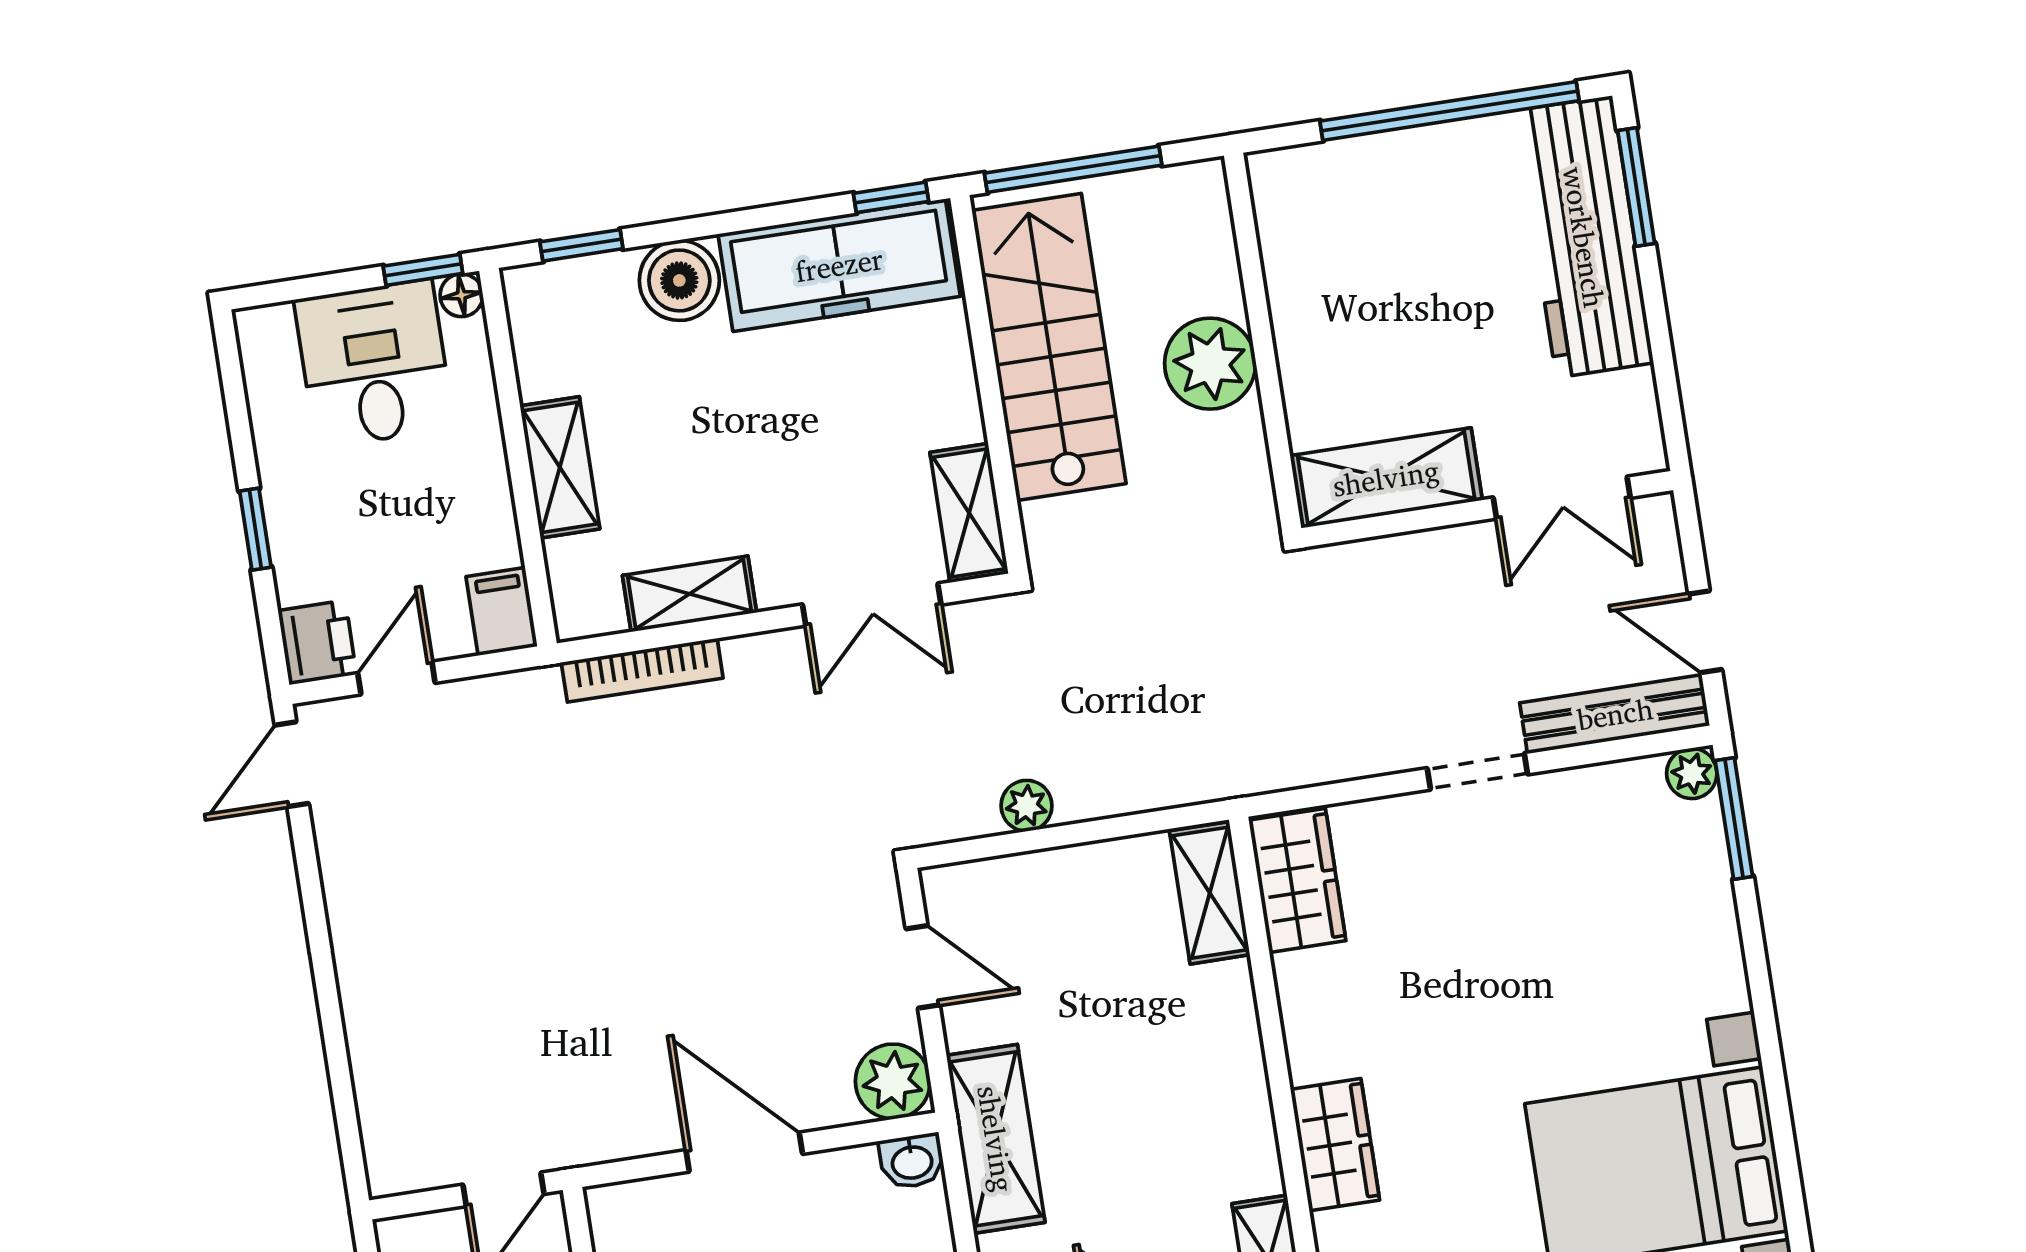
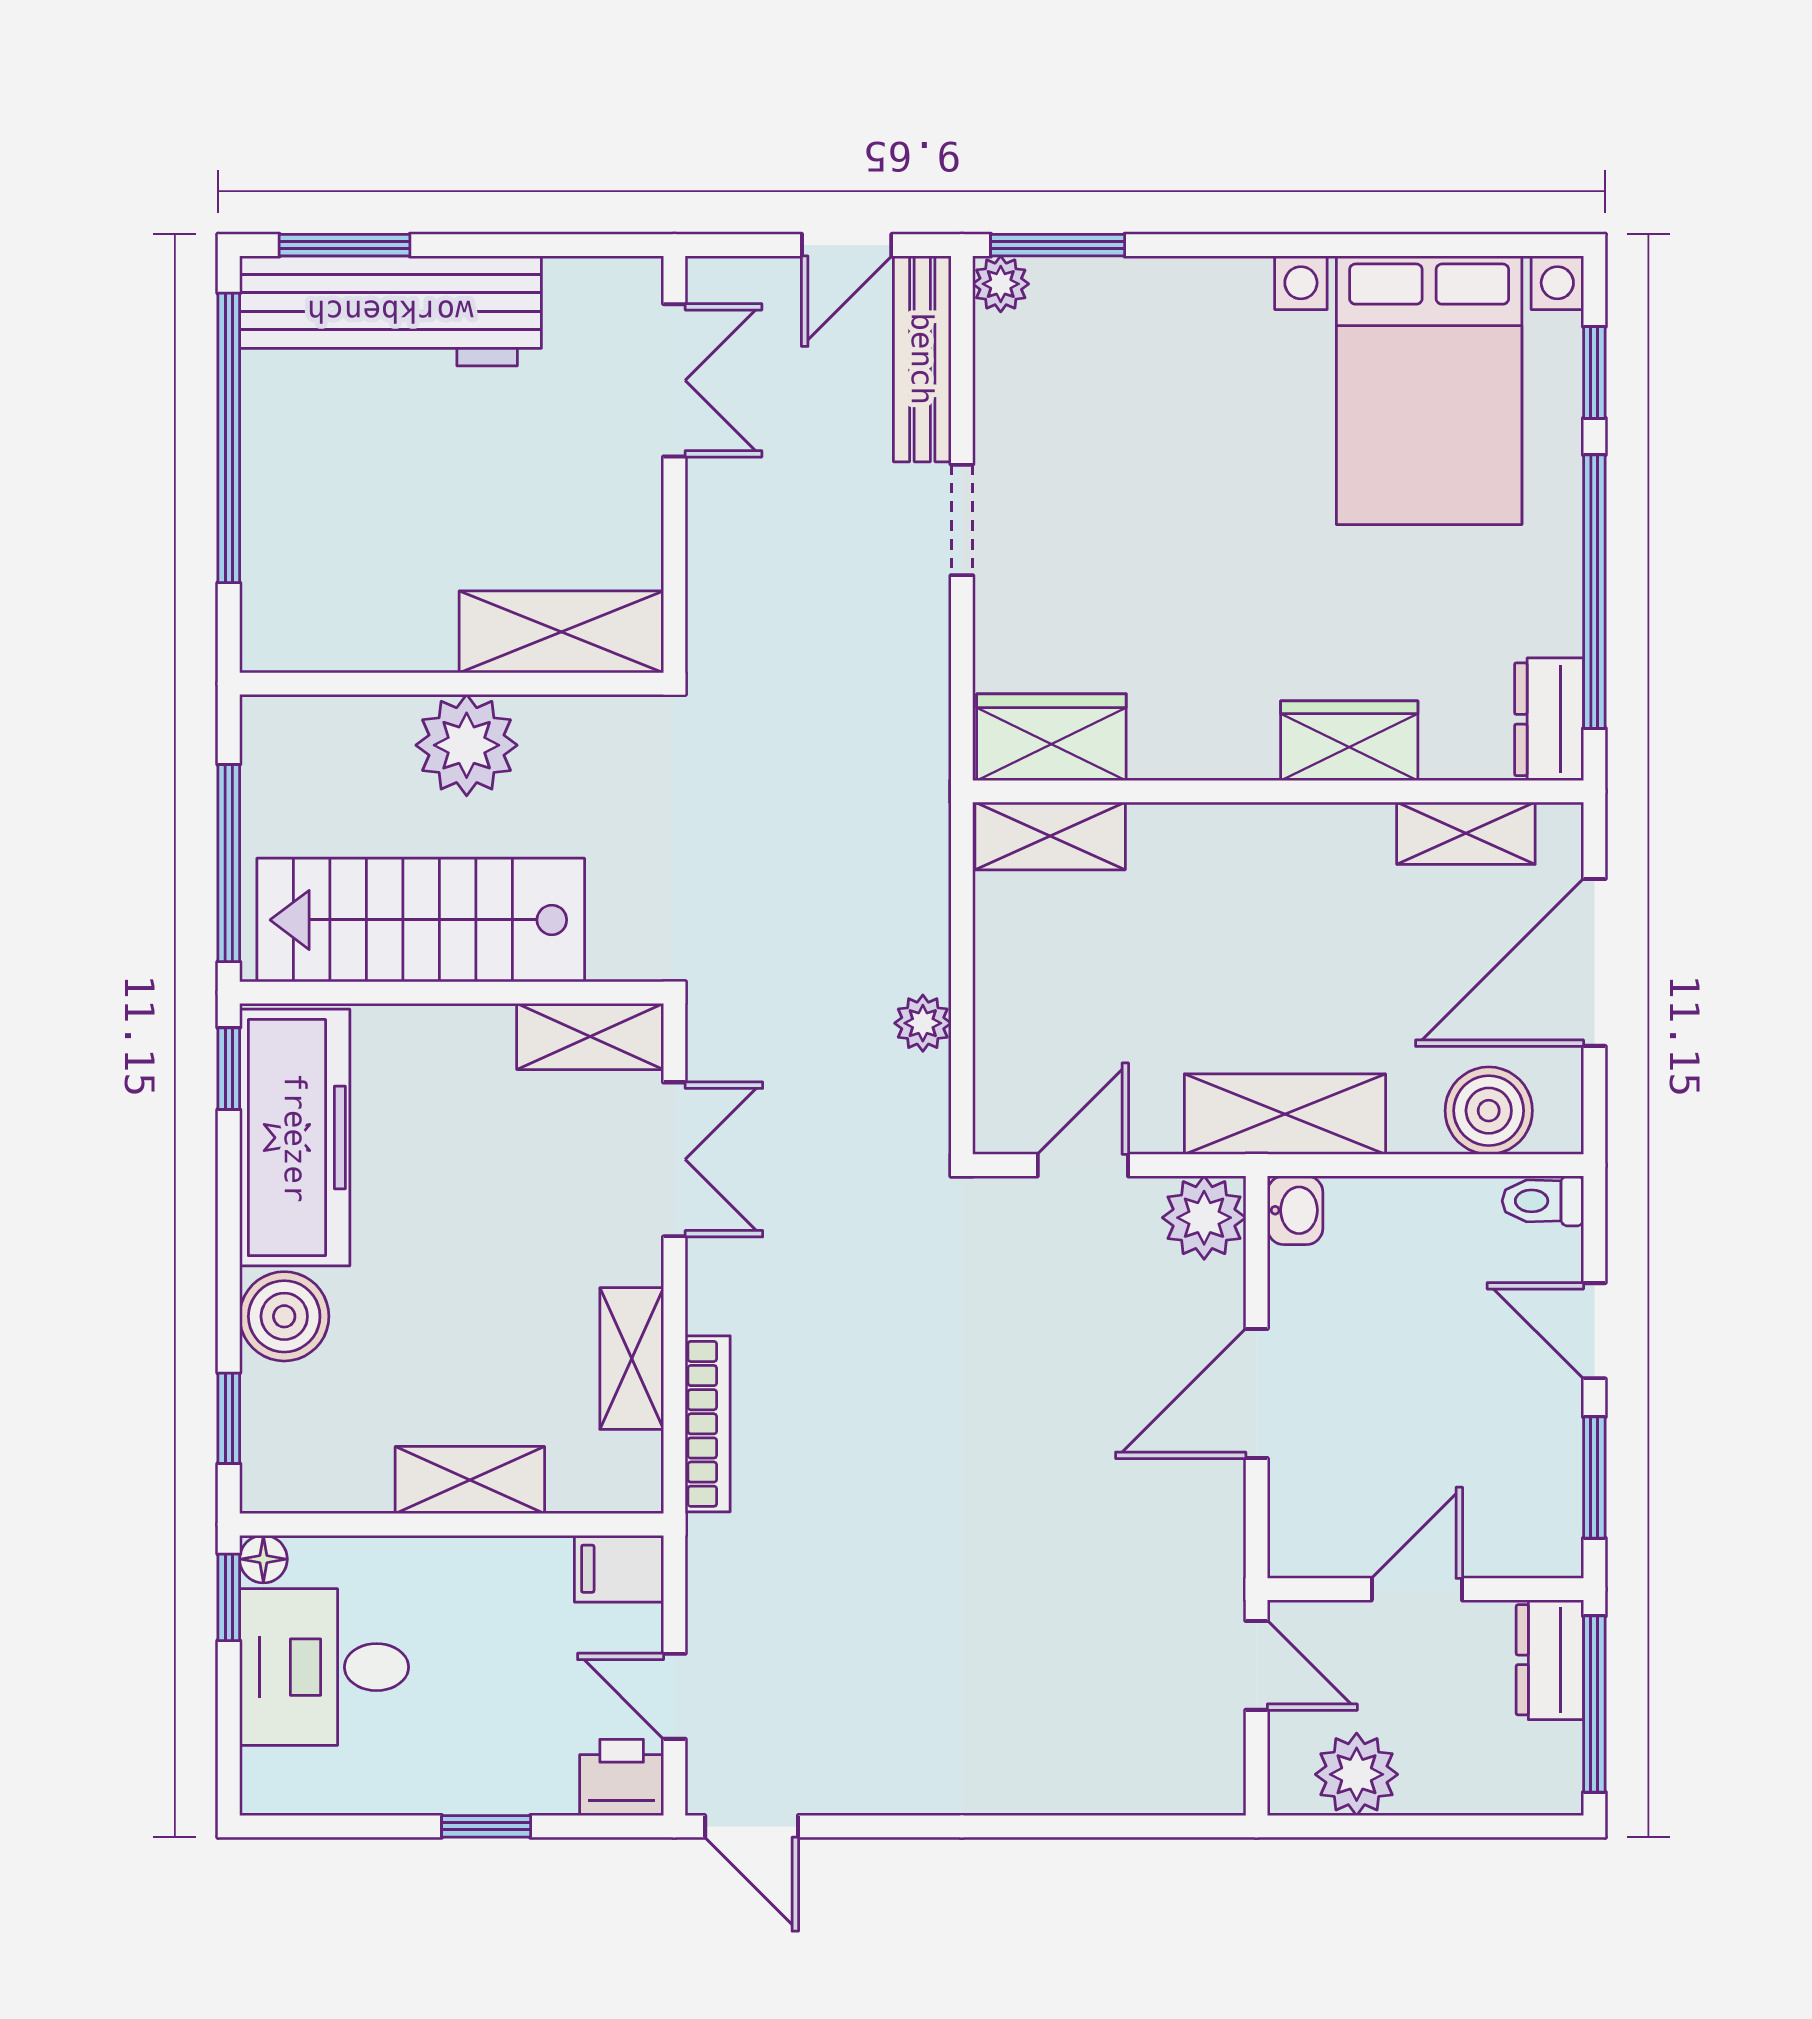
shelving: (1386, 478) -> (561, 632), moved, turned 90

